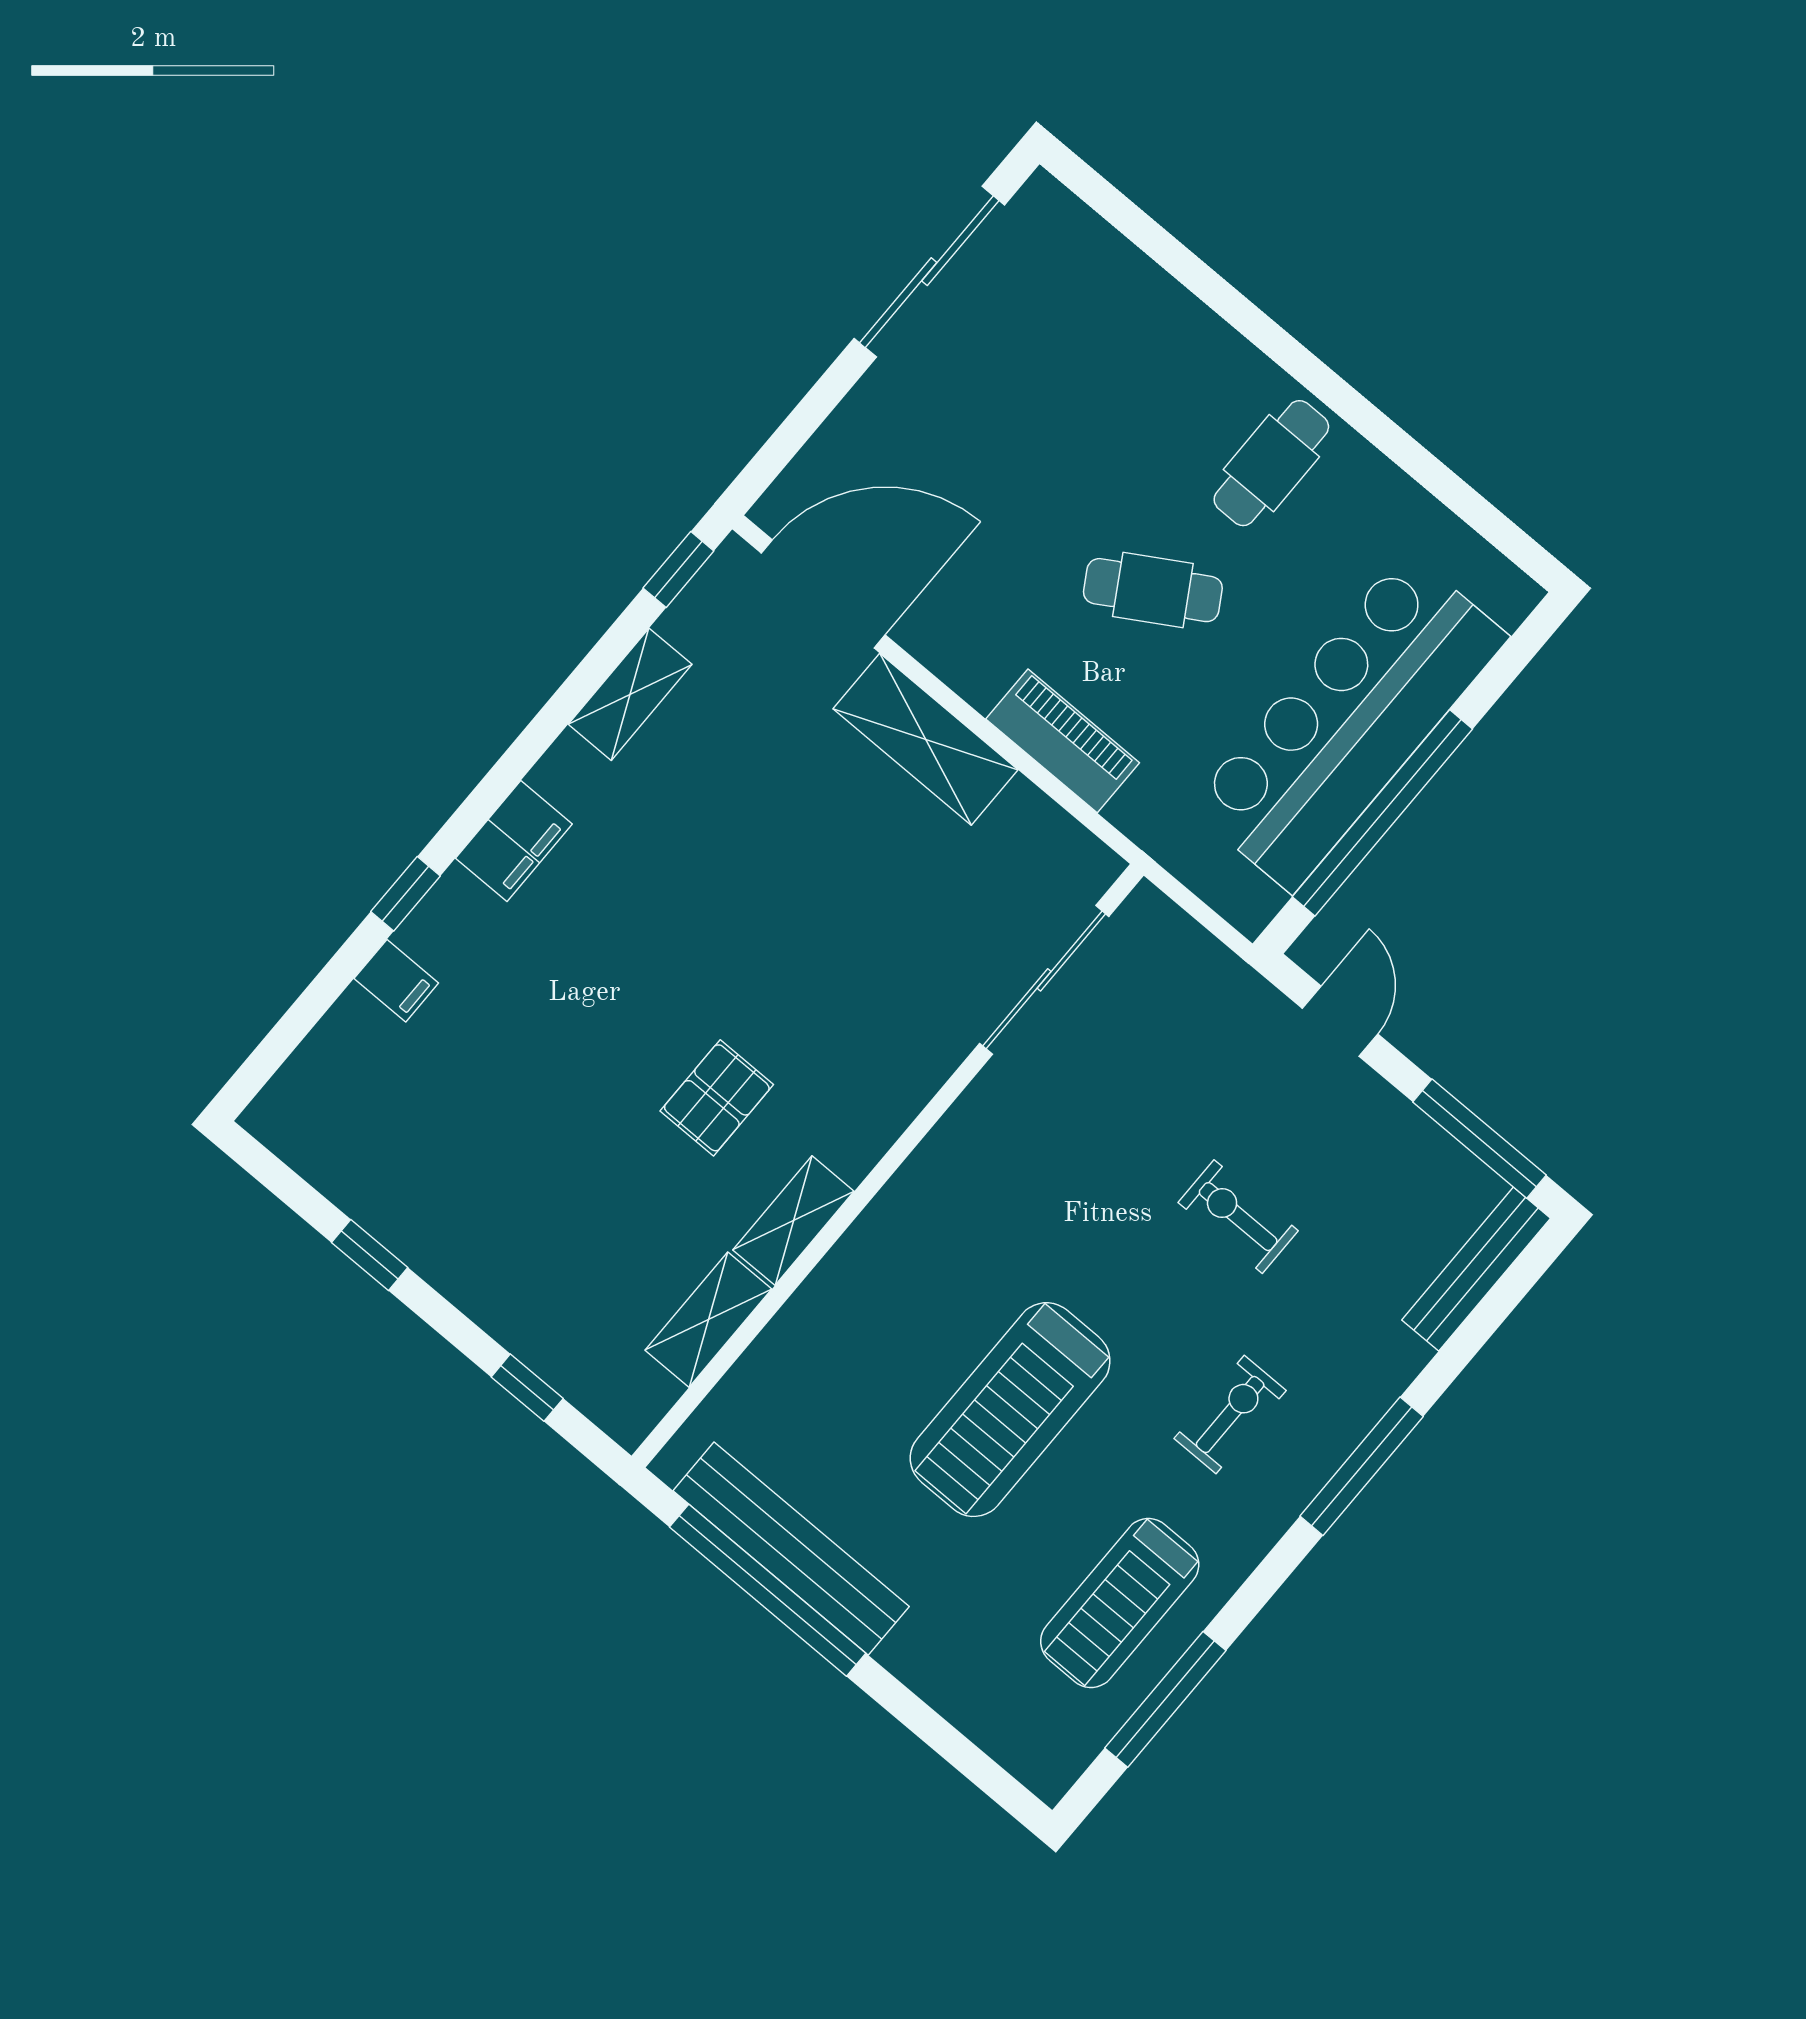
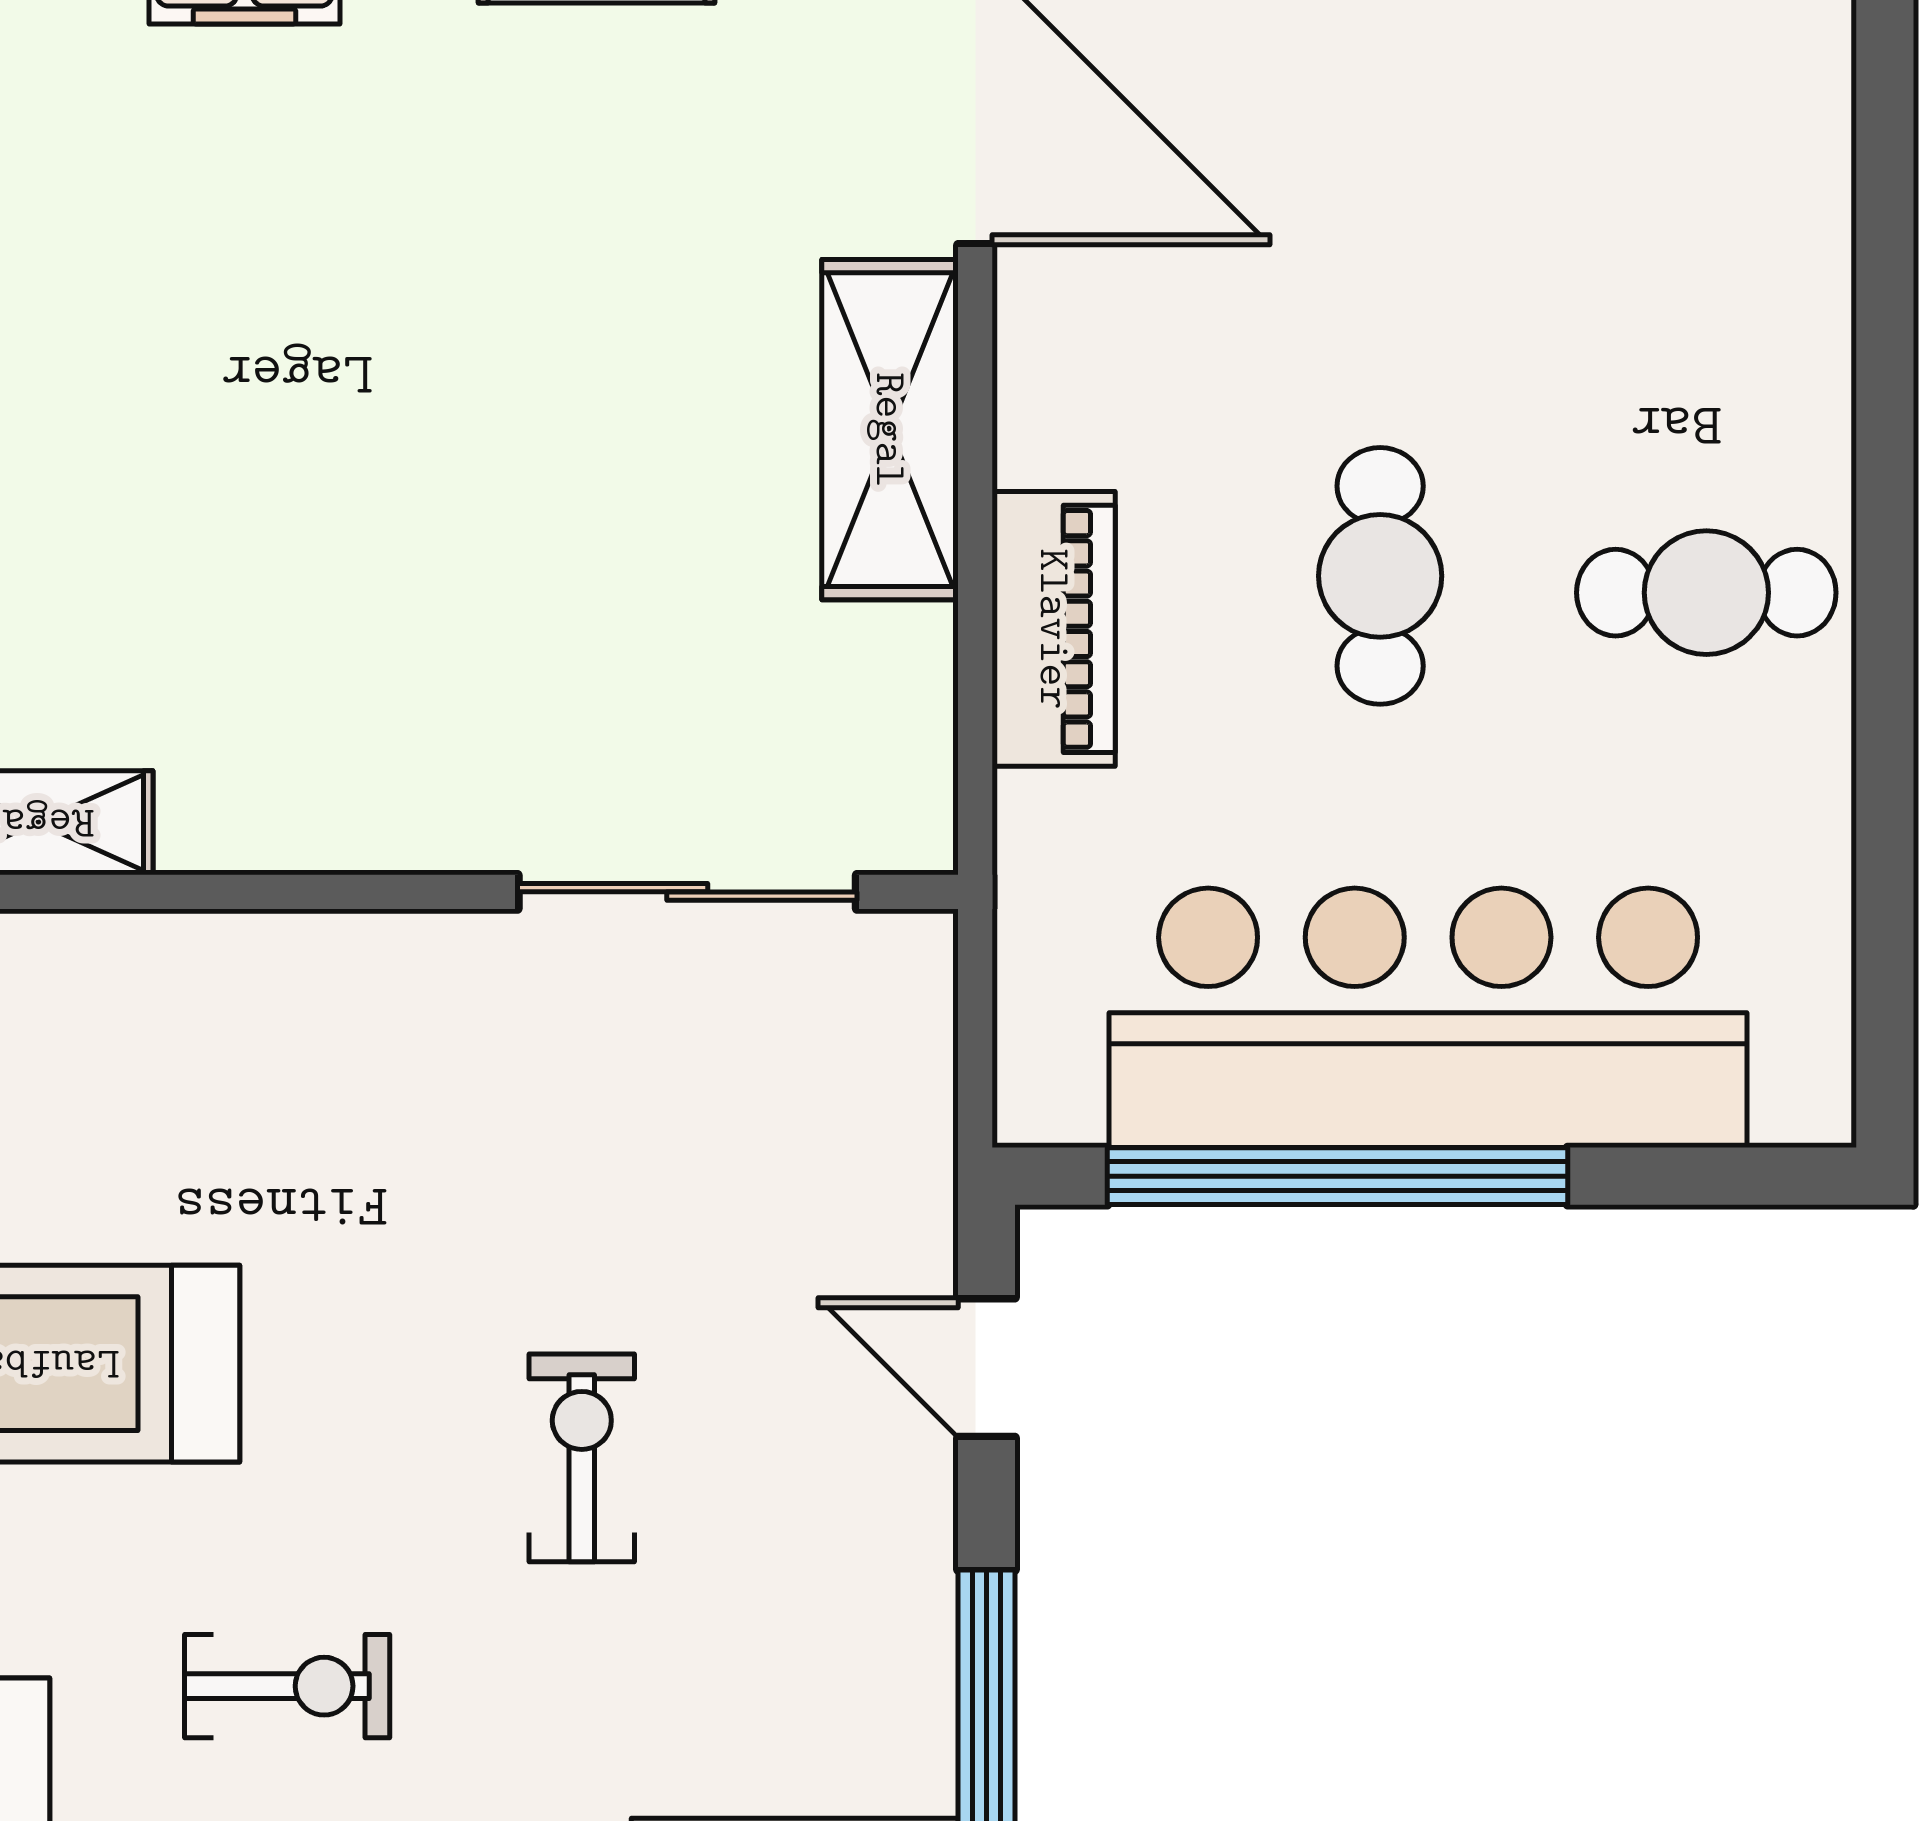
cafe table: (1153, 590) -> (1380, 576), turned 31
door: (1340, 1021) -> (986, 1368), swing flipped
pallet: (717, 1098) -> (121, 564), removed

